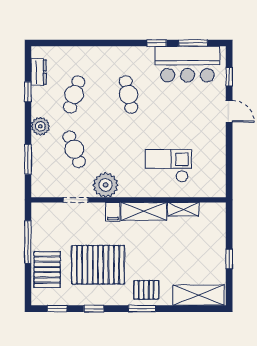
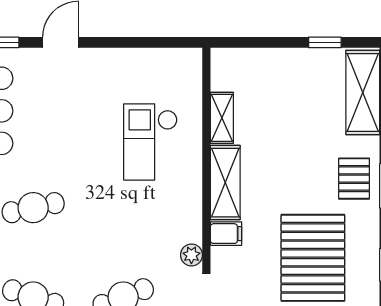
plant: (106, 185) -> (191, 255), width x0.53, depth x0.53
window: (229, 259) -> (325, 42), moved

